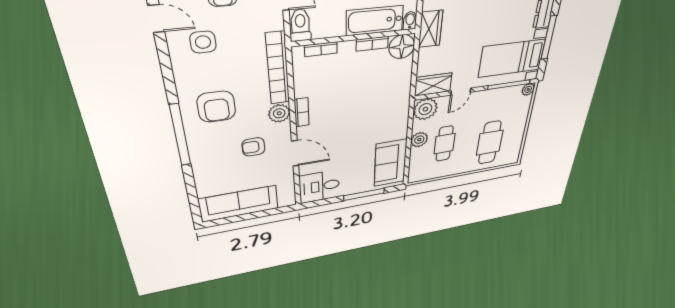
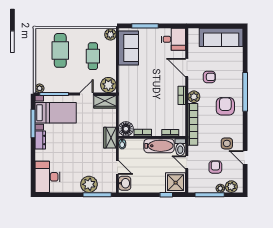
bathtub: (375, 21) -> (159, 146), moved
plant: (419, 140) -> (110, 34), moved

